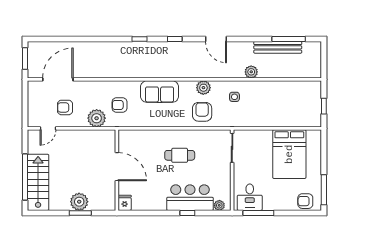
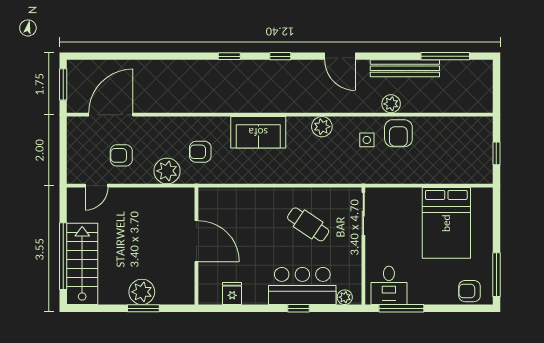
bench: (278, 47) -> (405, 68), moved
armchair: (202, 112) -> (398, 133), moved, turned 180
cafe table: (180, 155) -> (308, 224), moved, turned 34
fridge: (125, 203) -> (232, 293), moved

